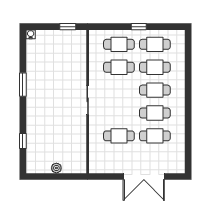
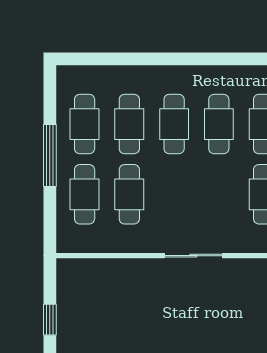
window: (68, 27) -> (50, 320), moved
window: (139, 27) -> (50, 156), width x2.17

